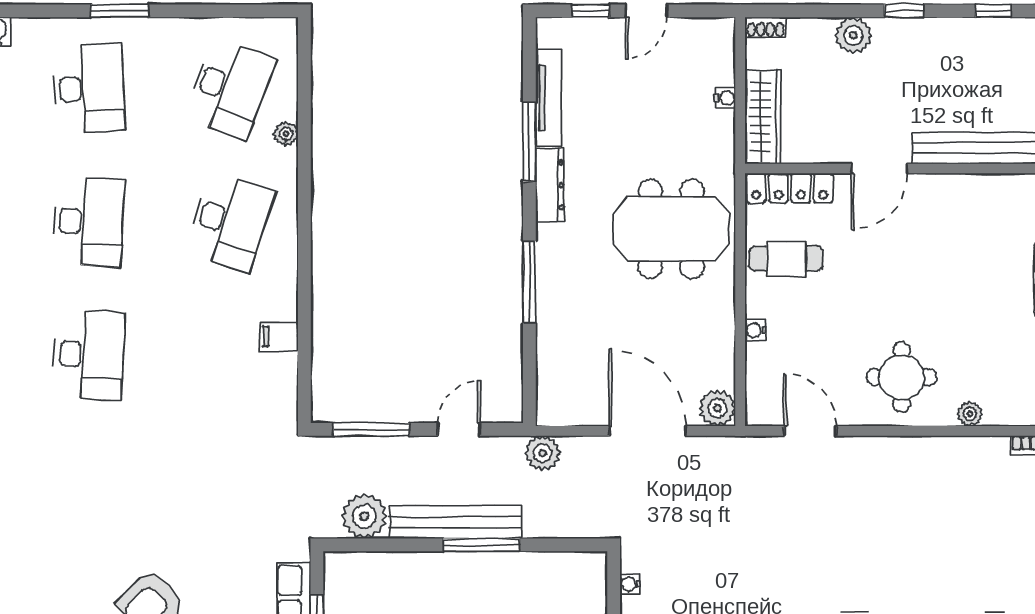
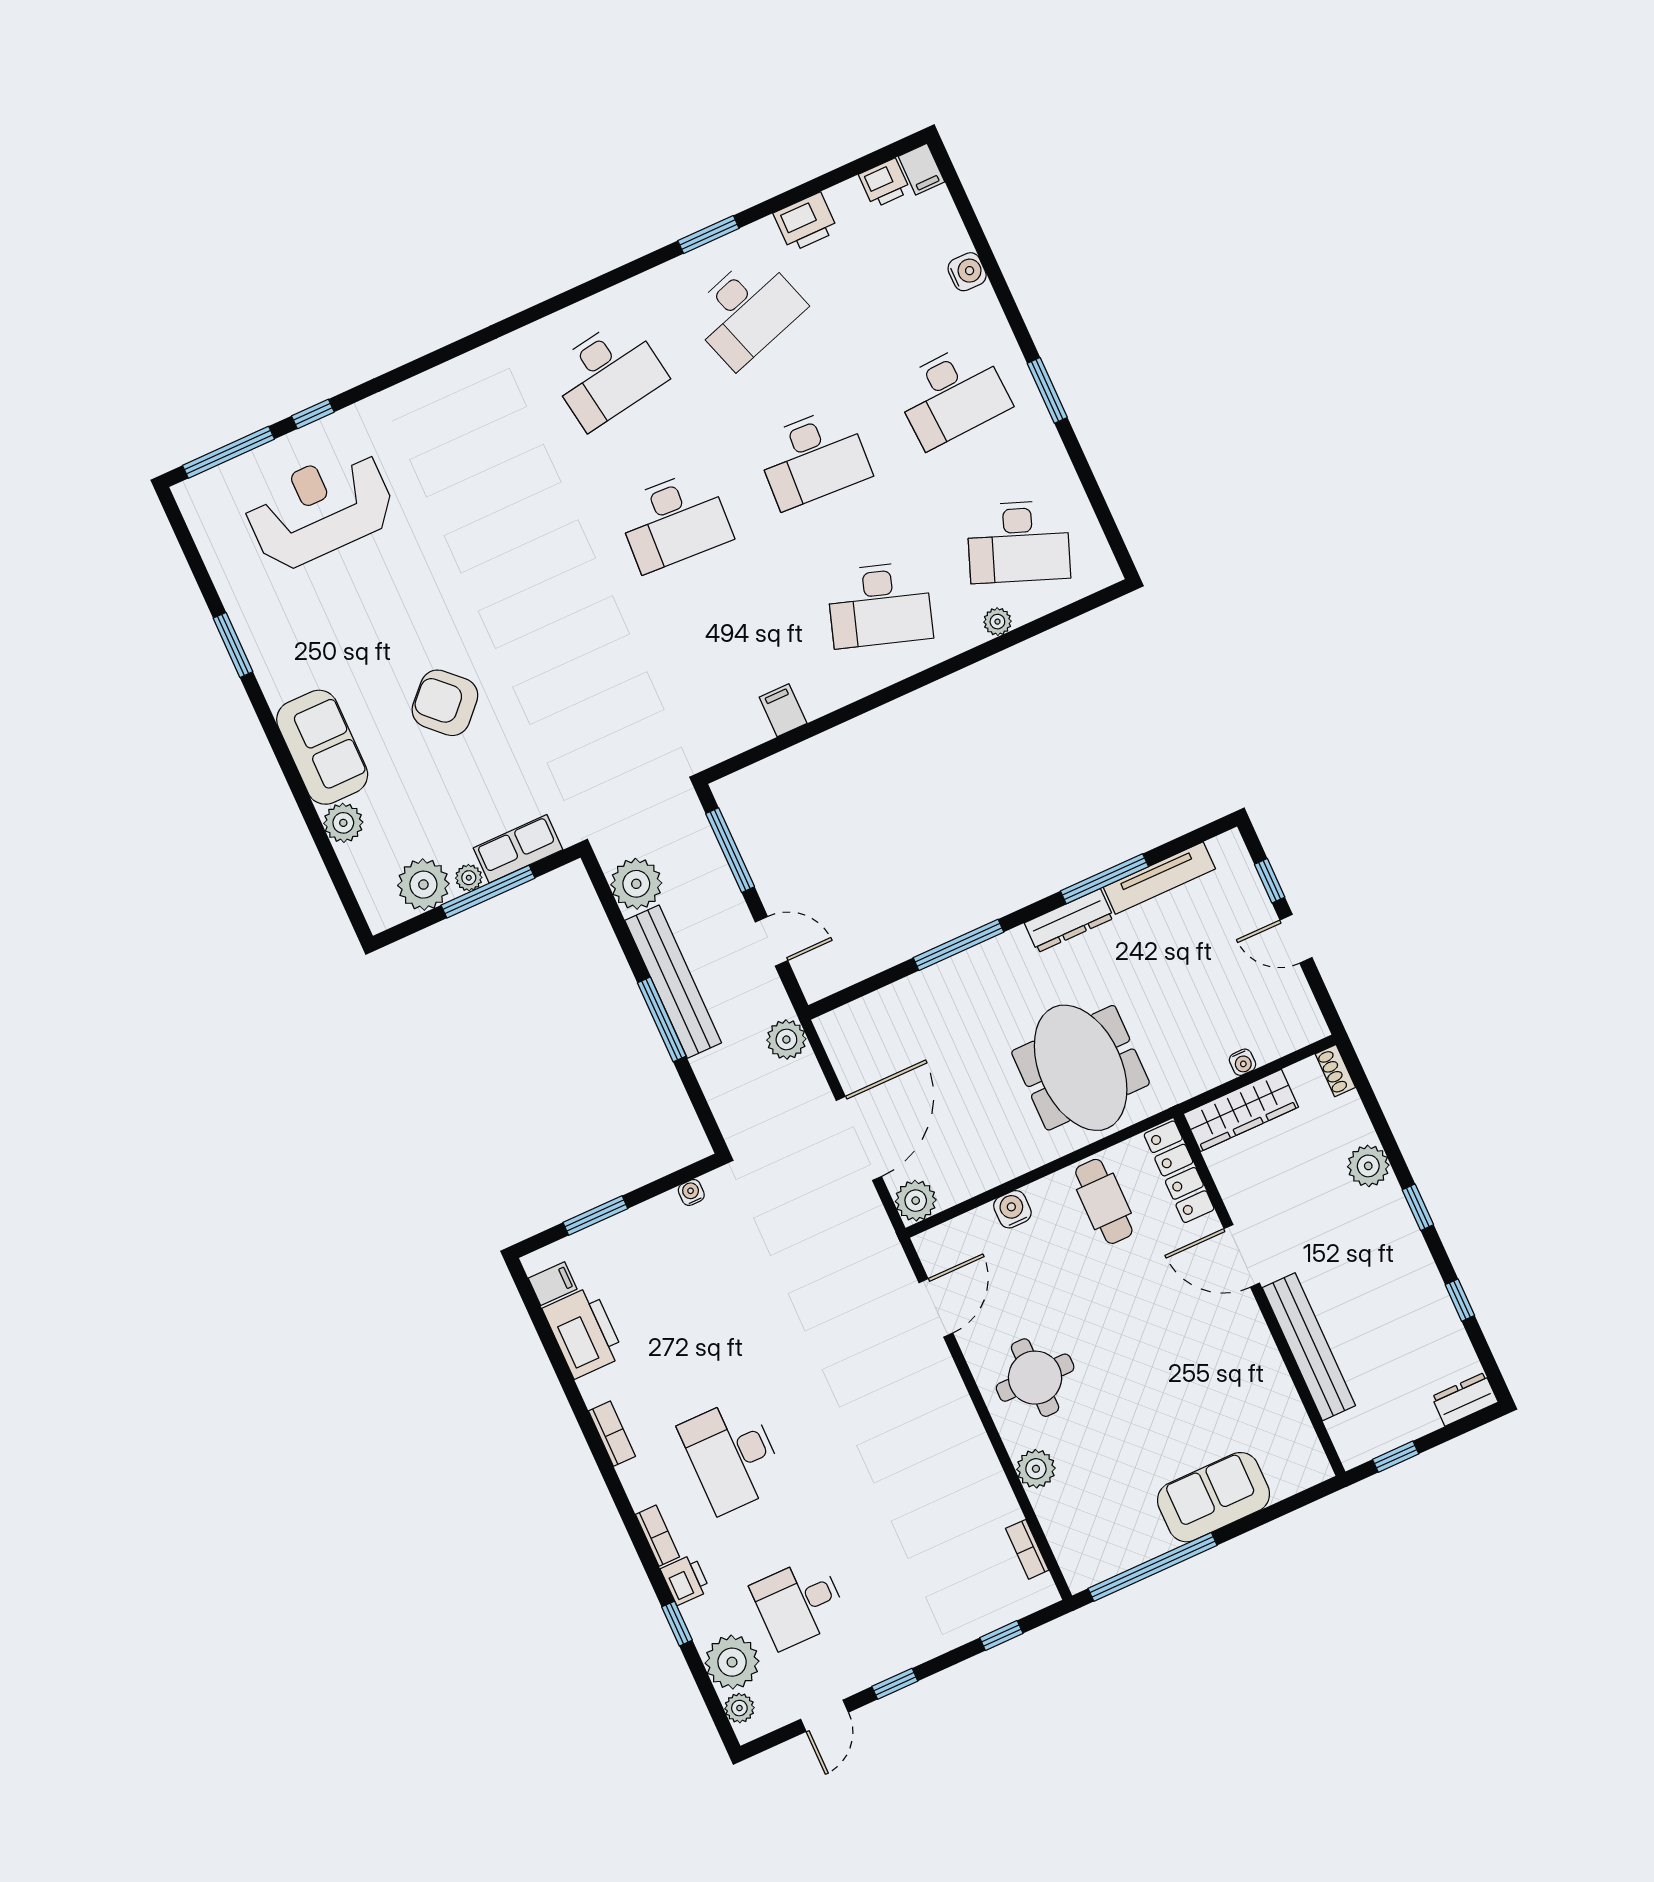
water cooler: (755, 330) -> (1012, 1209), width x1.38, depth x1.38
plant: (970, 414) -> (1036, 1469), width x1.38, depth x1.38

